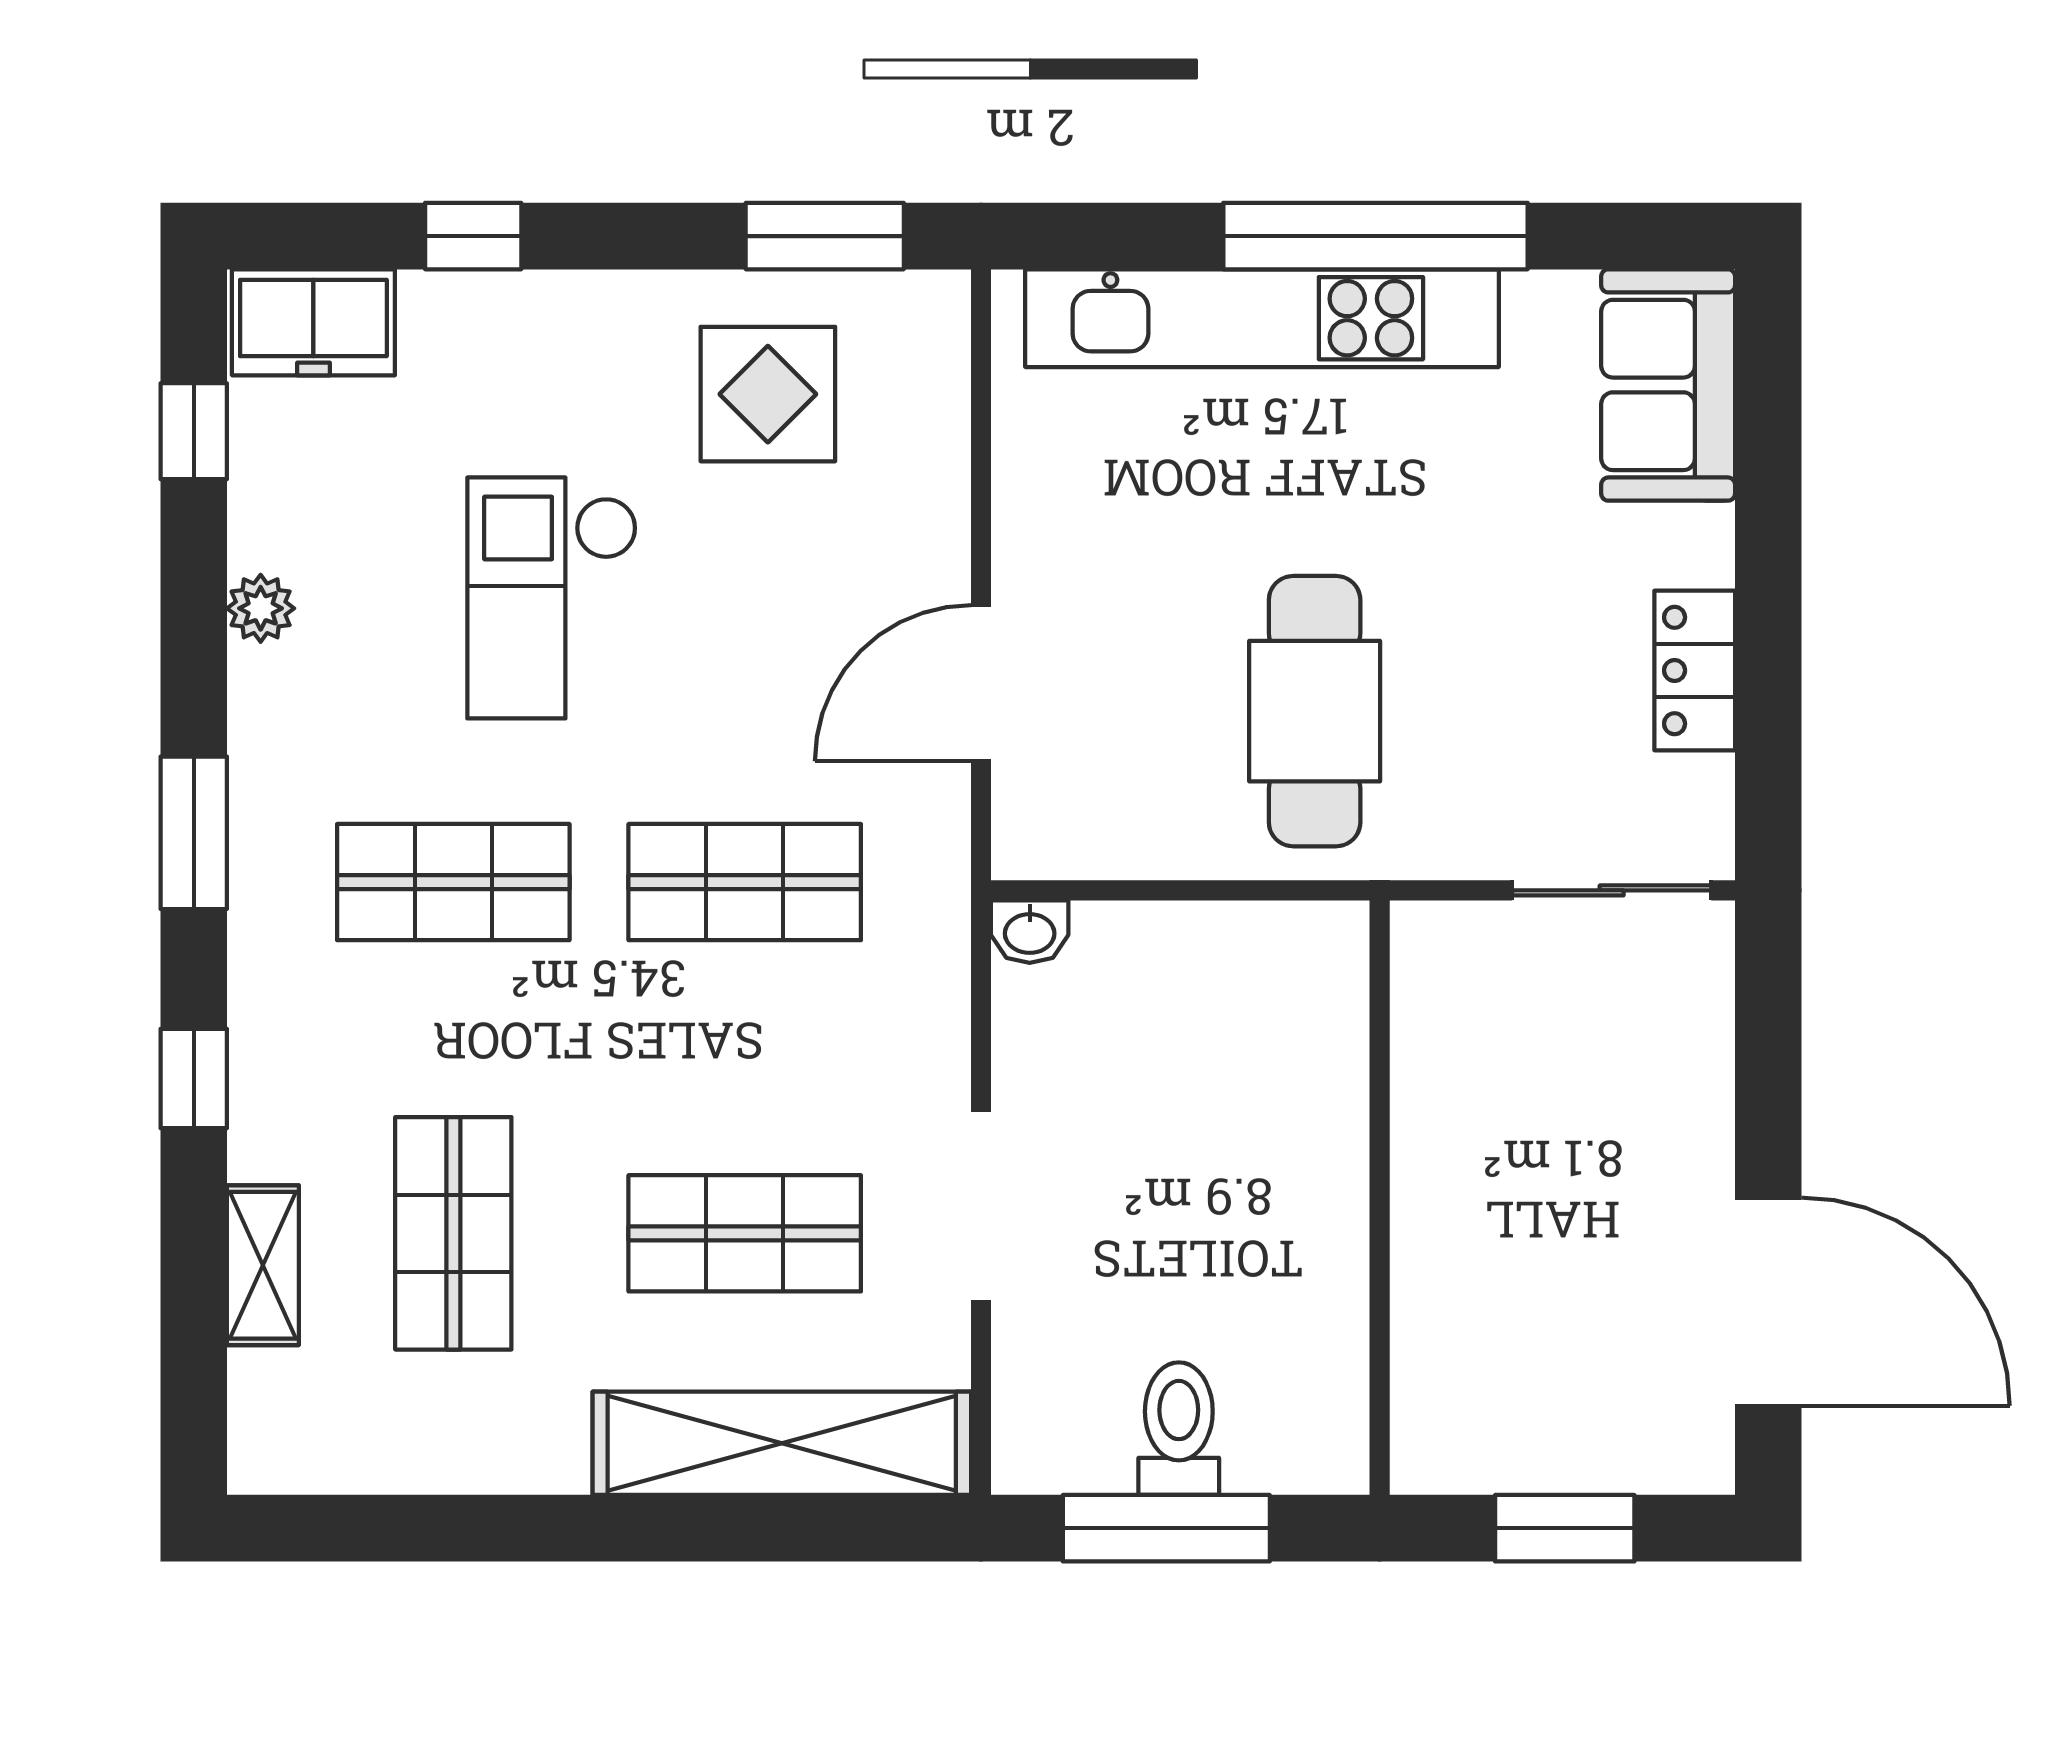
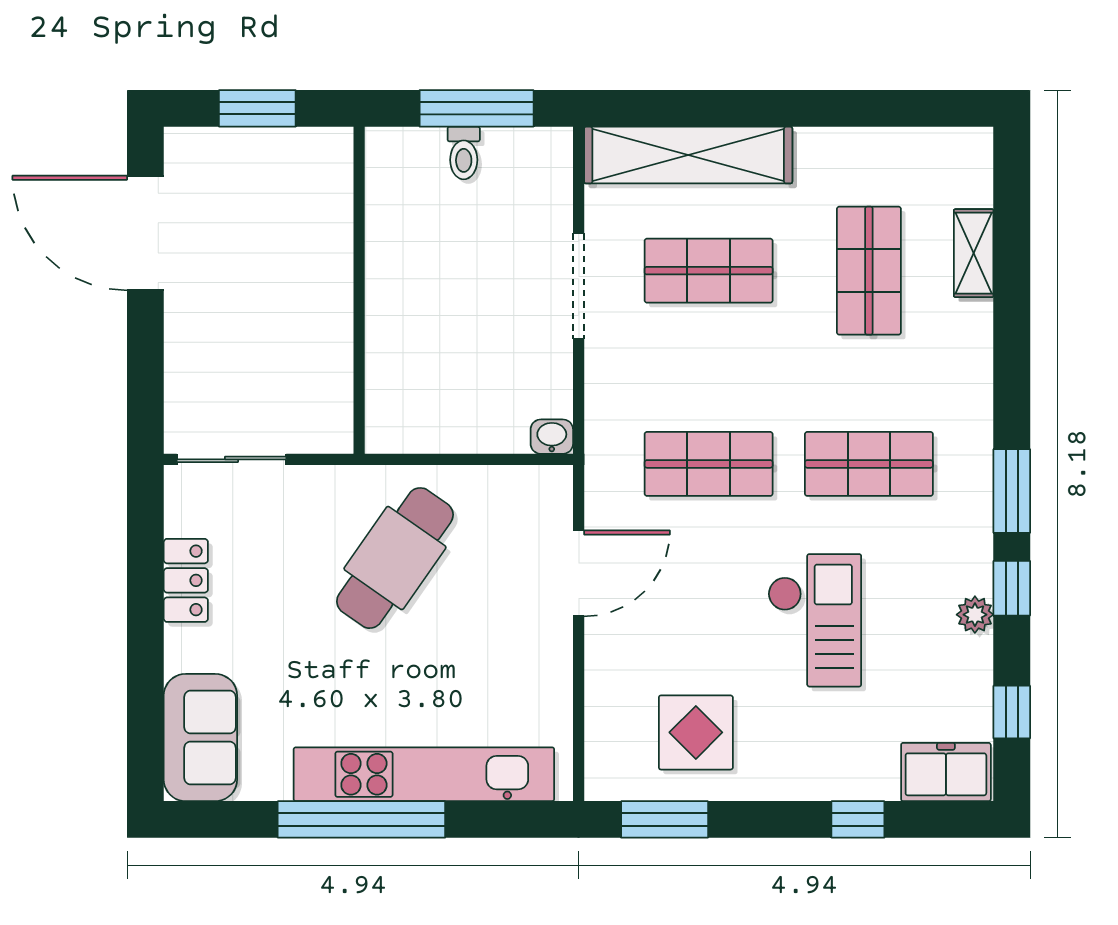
cafe table: (1315, 711) -> (395, 558), turned 35
window: (194, 1079) -> (1012, 588), moved
toilet: (1179, 1429) -> (464, 153), width x0.73, depth x0.72

